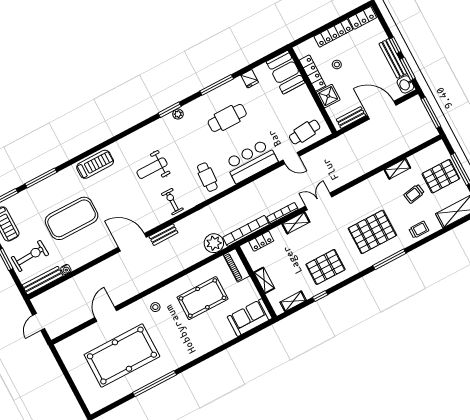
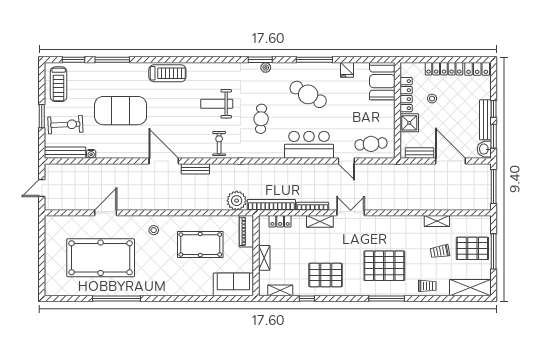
cafe table: (227, 118) -> (308, 94), turned 30
cafe table: (207, 177) -> (261, 119), moved

